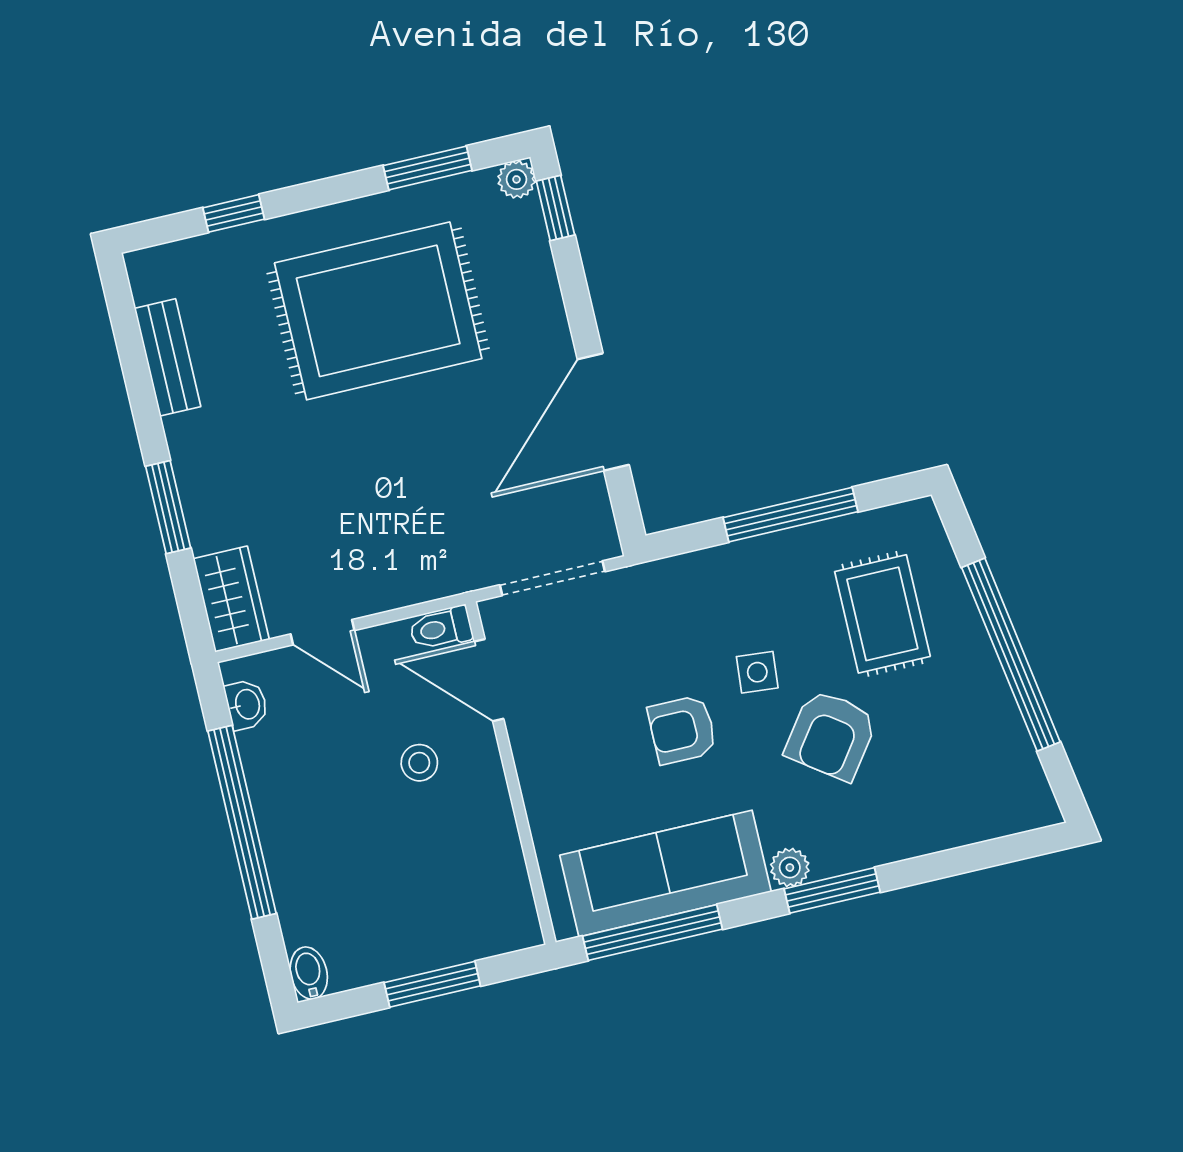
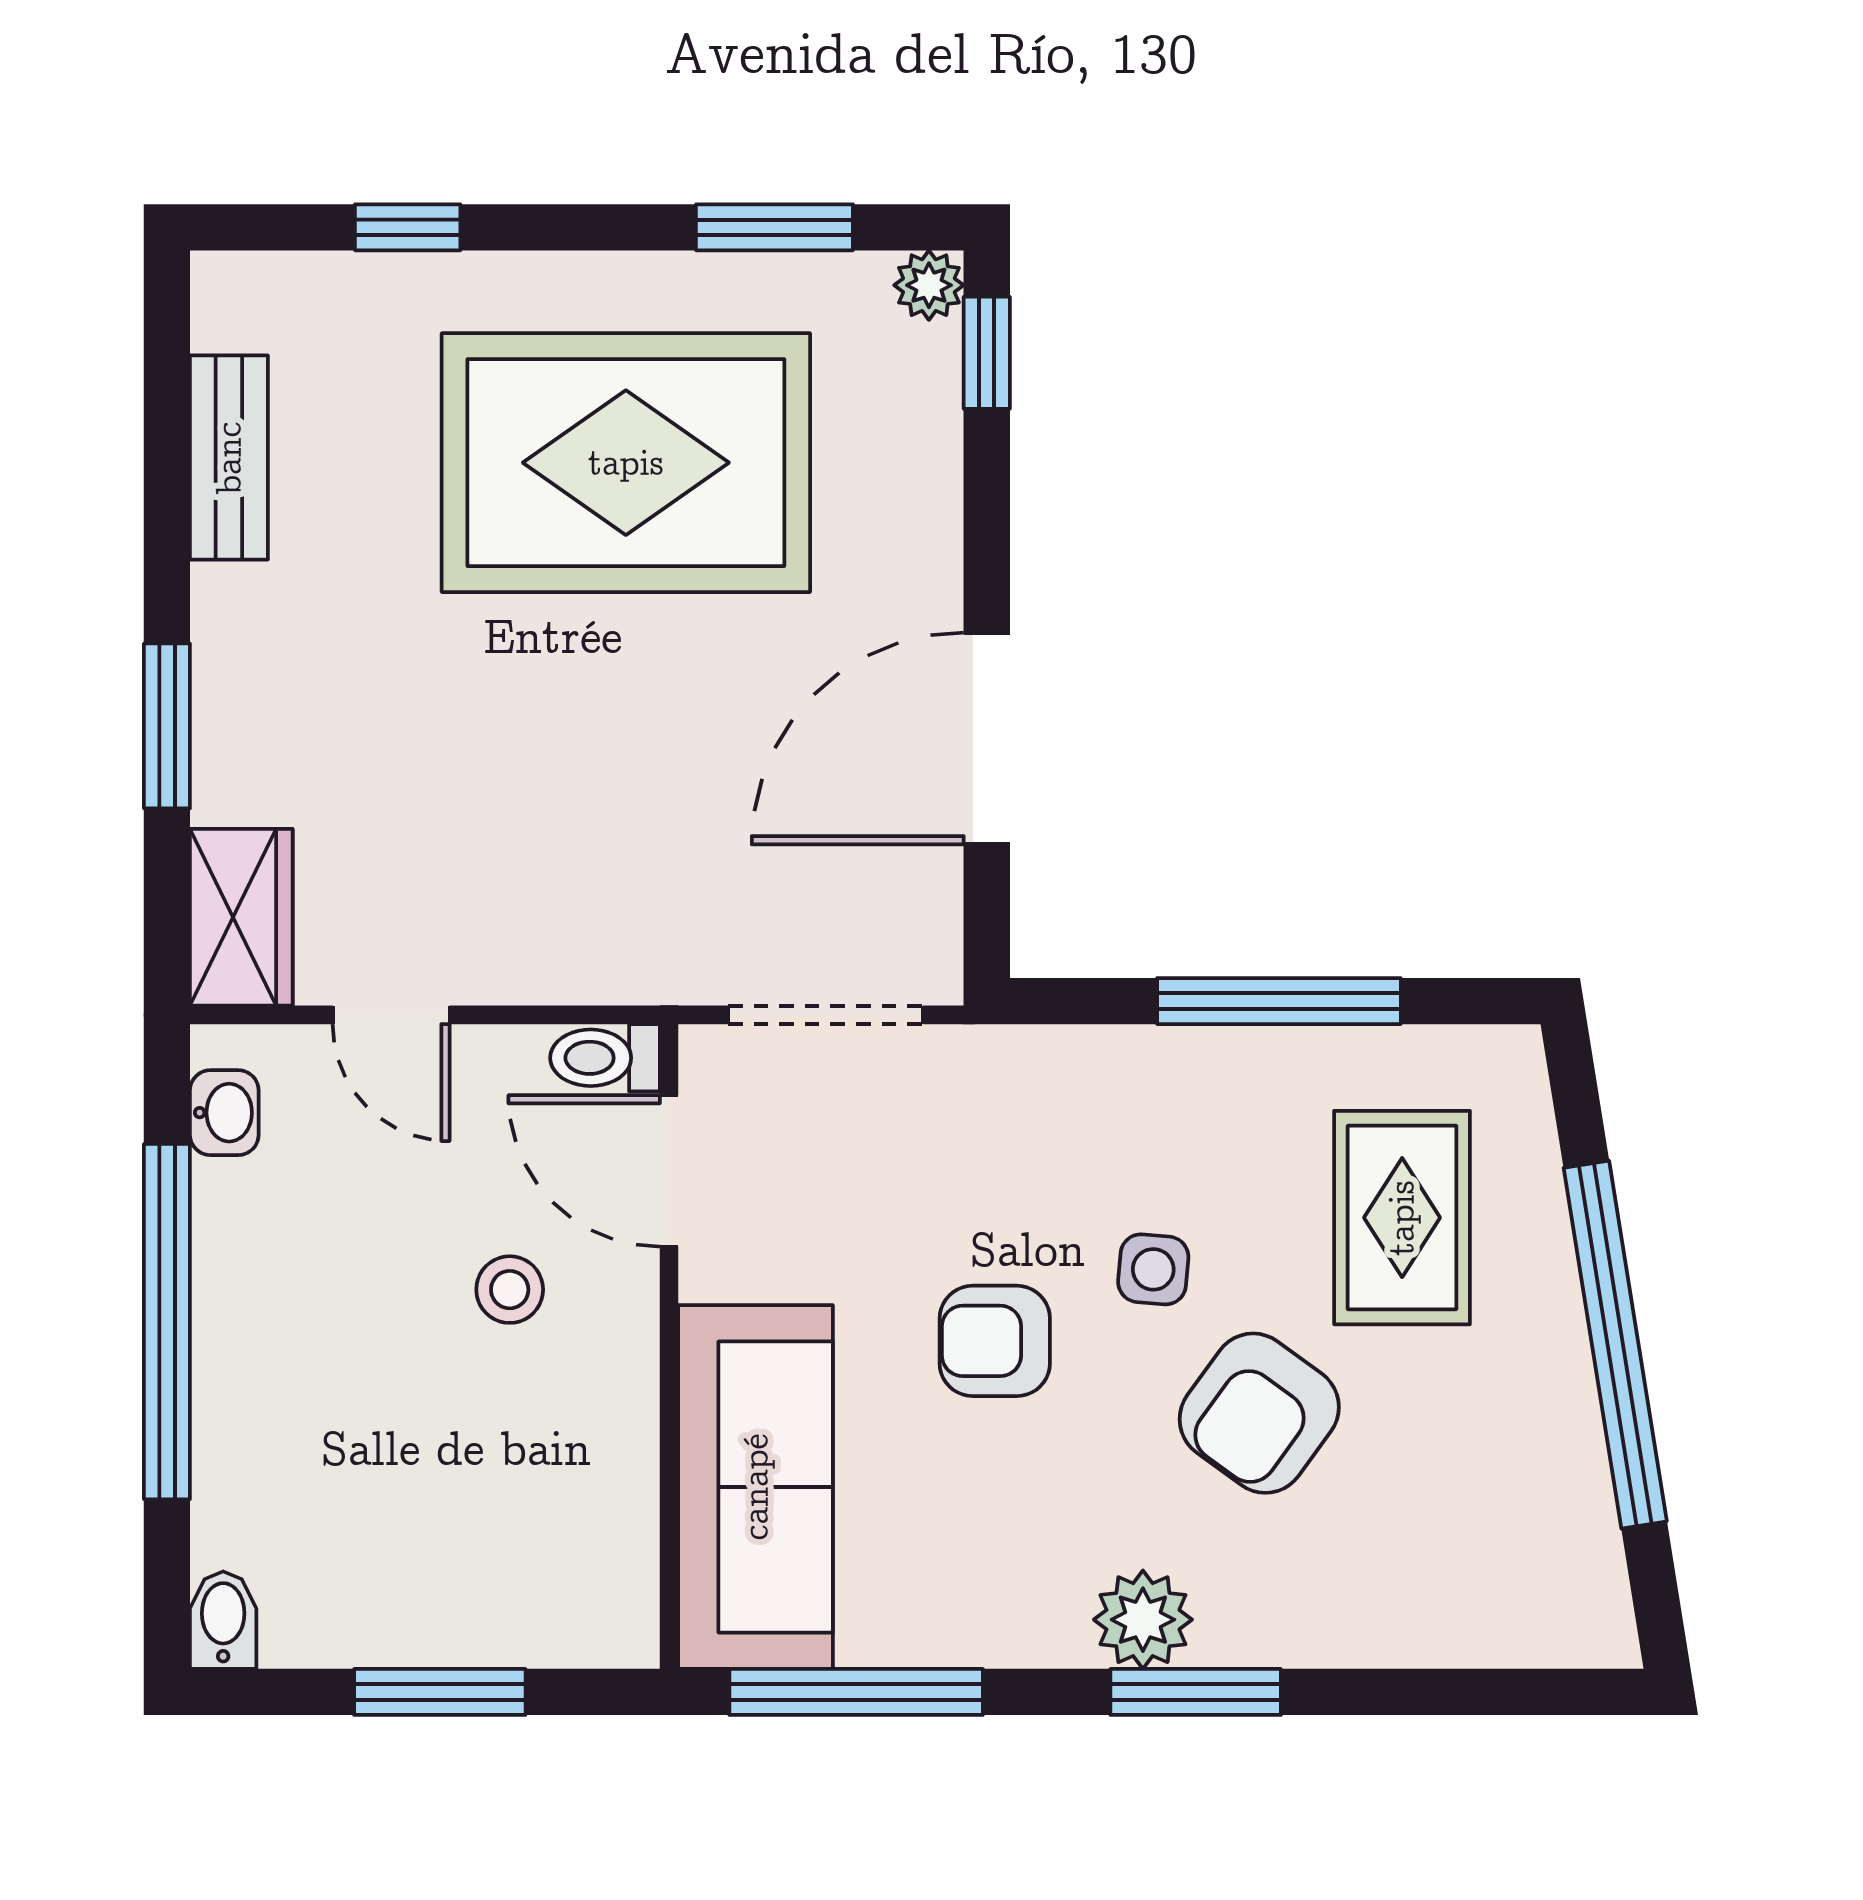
plant: (790, 868) -> (1143, 1620), width x1.38, depth x1.38
sofa: (666, 874) -> (756, 1487), moved, turned 90

